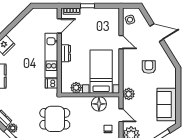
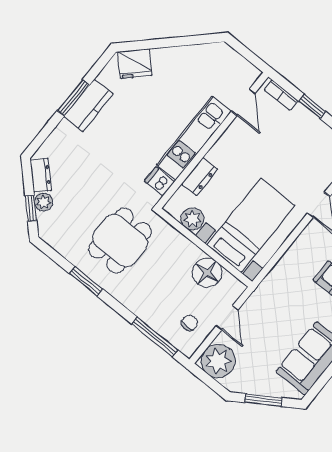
door: (59, 26) -> (243, 102), hinge flipped
dresser: (66, 53) -> (200, 176), moved
plant: (129, 94) -> (265, 294), removed
dining table: (55, 119) -> (120, 240), turned 90

